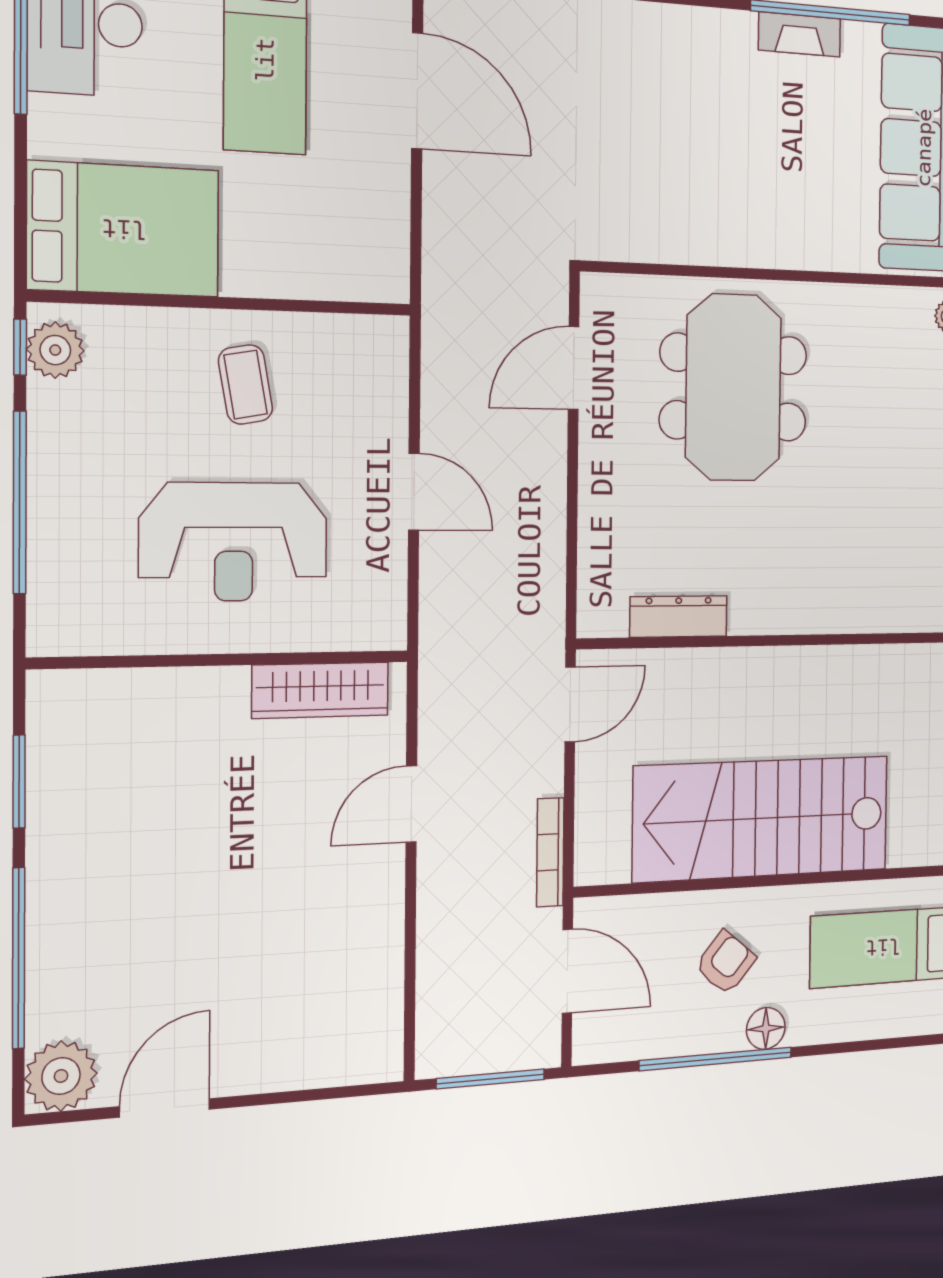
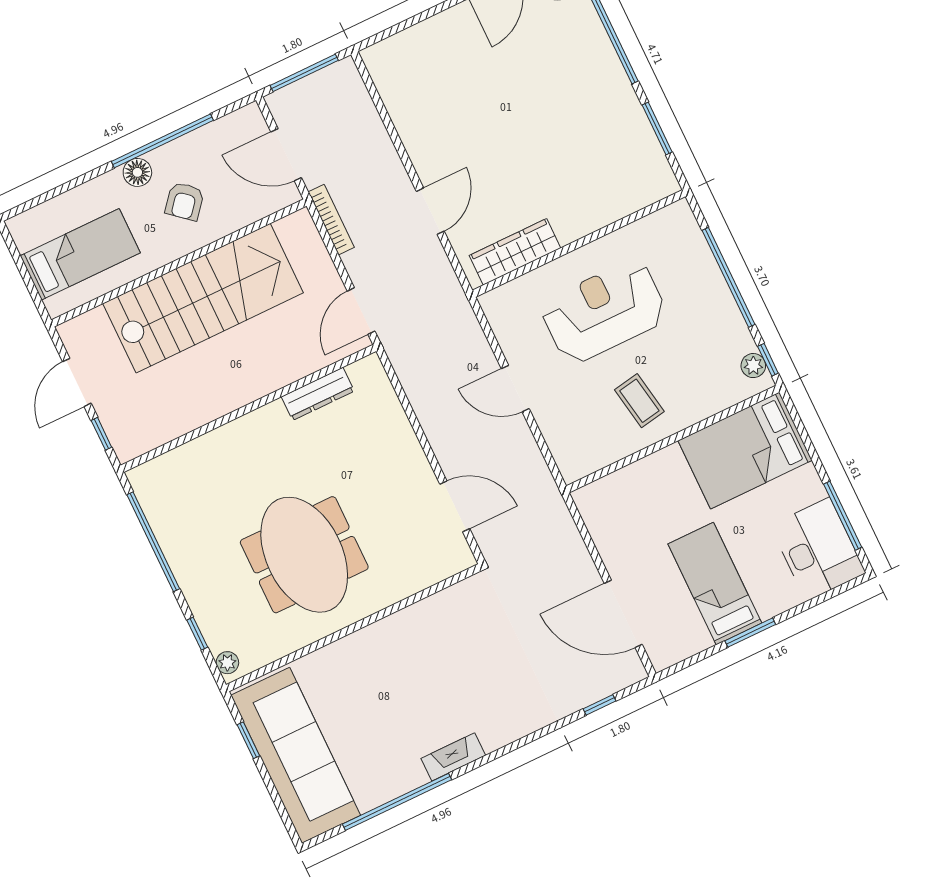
fireplace: (800, 34) -> (453, 757), moved
plant: (55, 350) -> (753, 366), width x0.73, depth x0.73
door: (574, 368) -> (455, 506), hinge flipped
meeting table: (733, 387) -> (304, 555), moved

